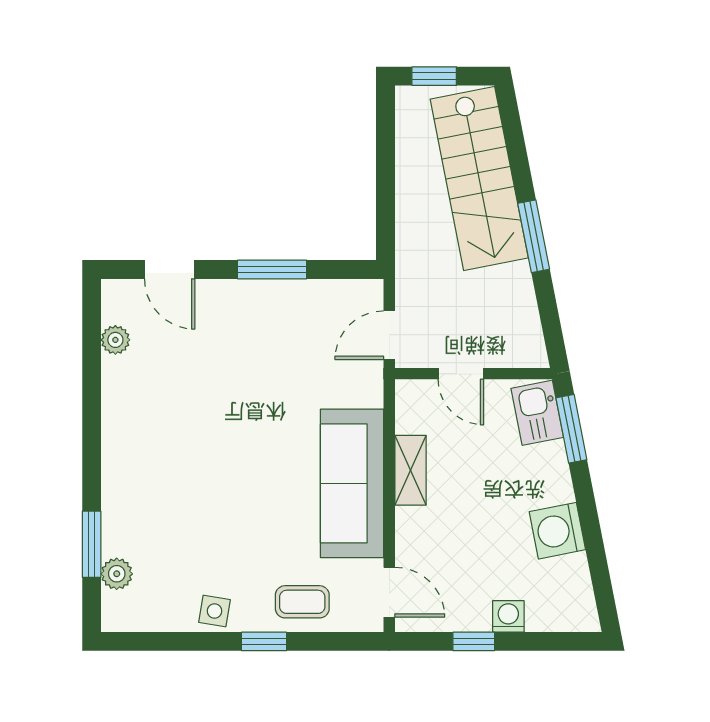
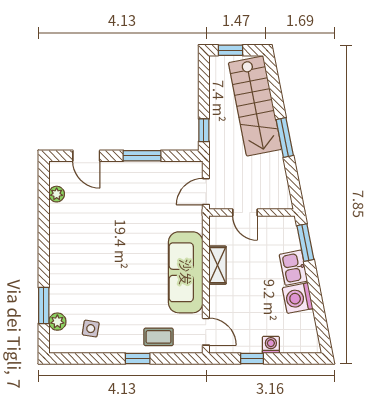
window: (386, 223) -> (204, 130), added
kitchen sink: (537, 413) -> (293, 268), moved
side table: (215, 611) -> (91, 329), moved

